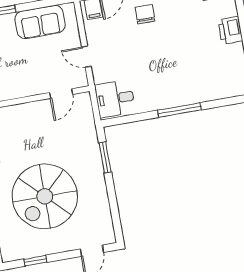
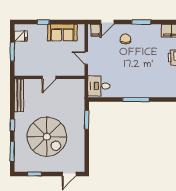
door: (61, 94) -> (49, 77), moved
spiral stairs: (45, 196) -> (47, 137), turned -90

